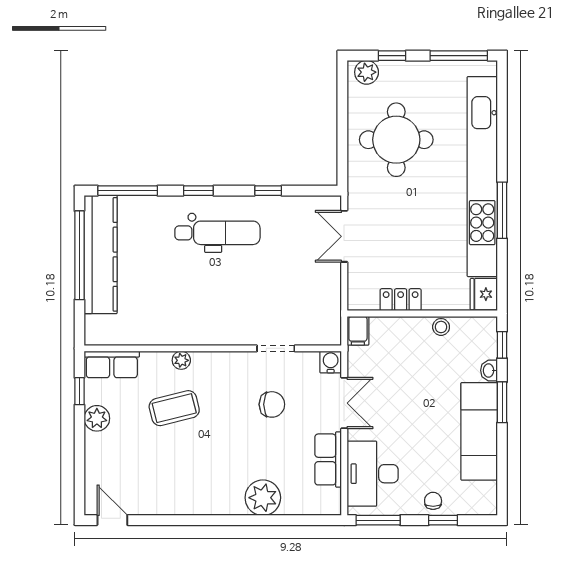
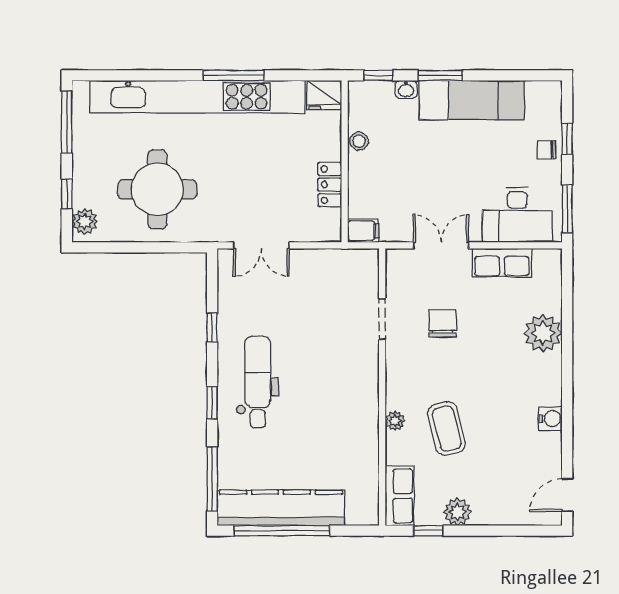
water cooler: (331, 362) -> (551, 419), moved, turned 180

